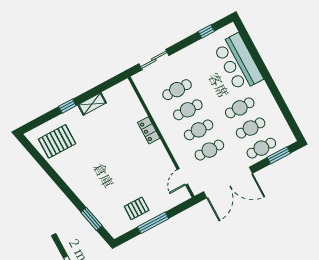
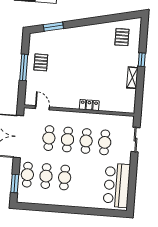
window: (206, 31) -> (132, 188), removed
bar counter: (238, 63) -> (117, 185), moved, turned -90
pallet: (57, 141) -> (122, 37), width x0.67, depth x0.71

